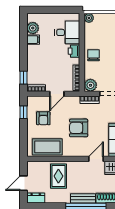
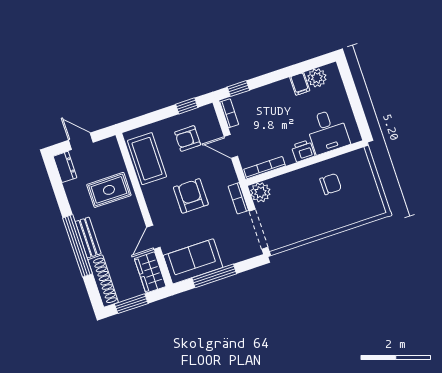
plant: (89, 18) -> (360, 156), removed
chair: (93, 55) -> (331, 184), moved
door: (96, 159) -> (153, 237), swing flipped

